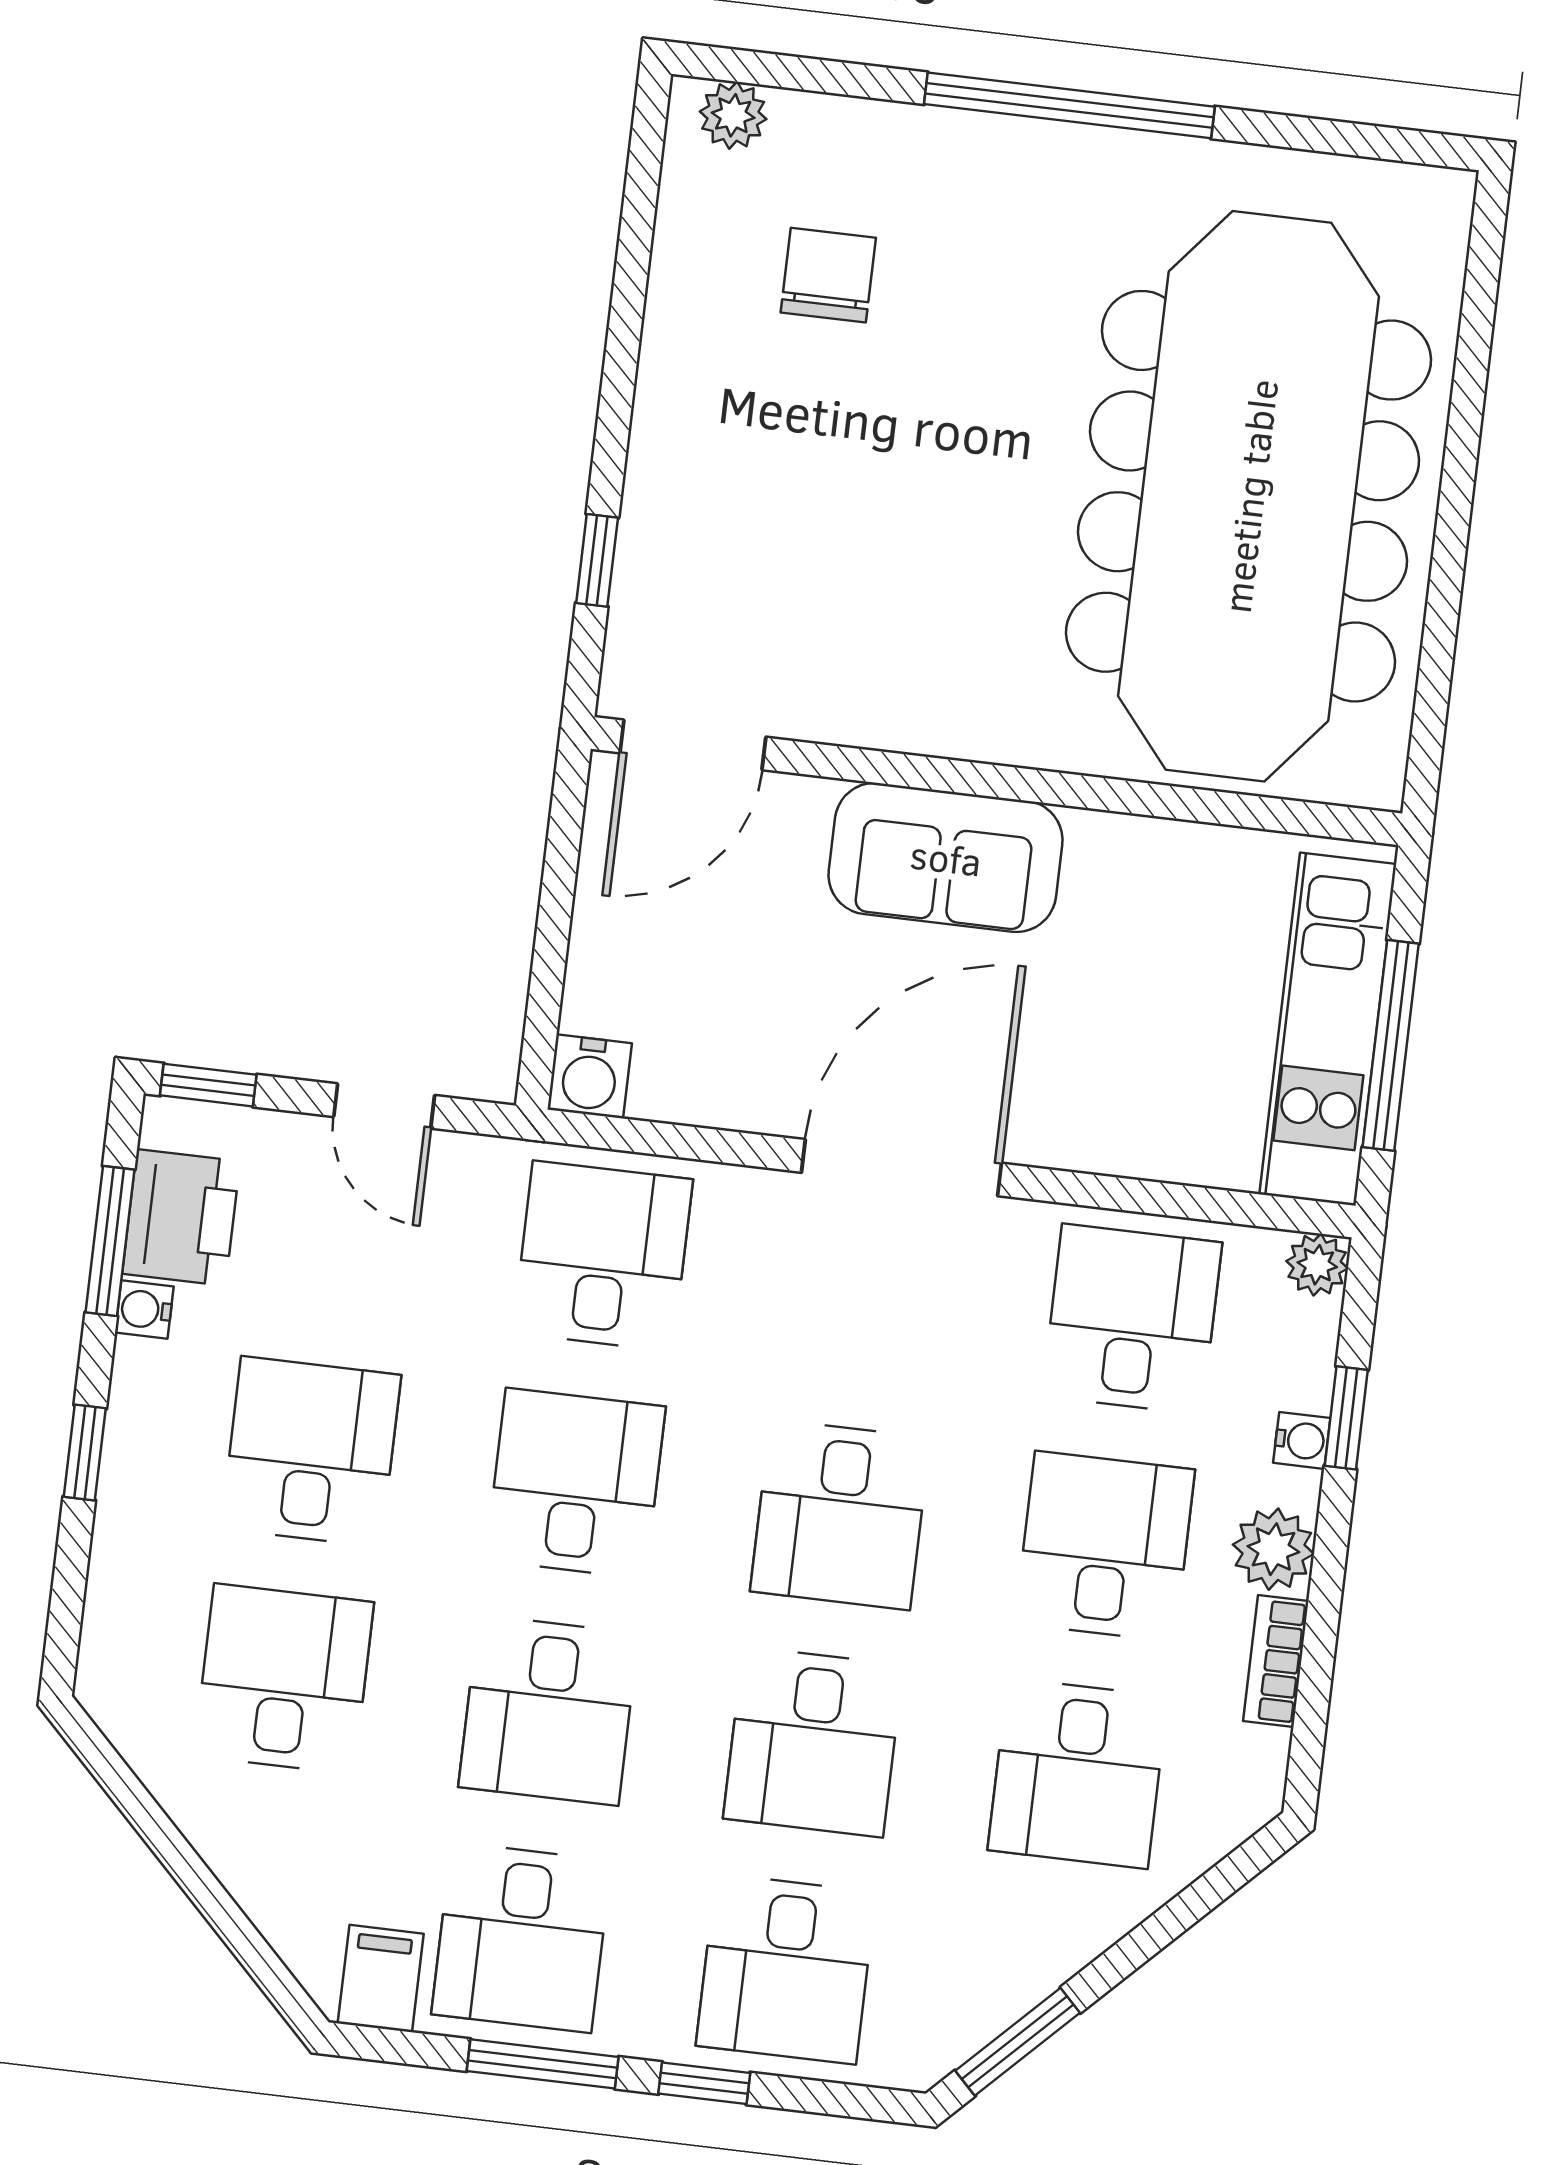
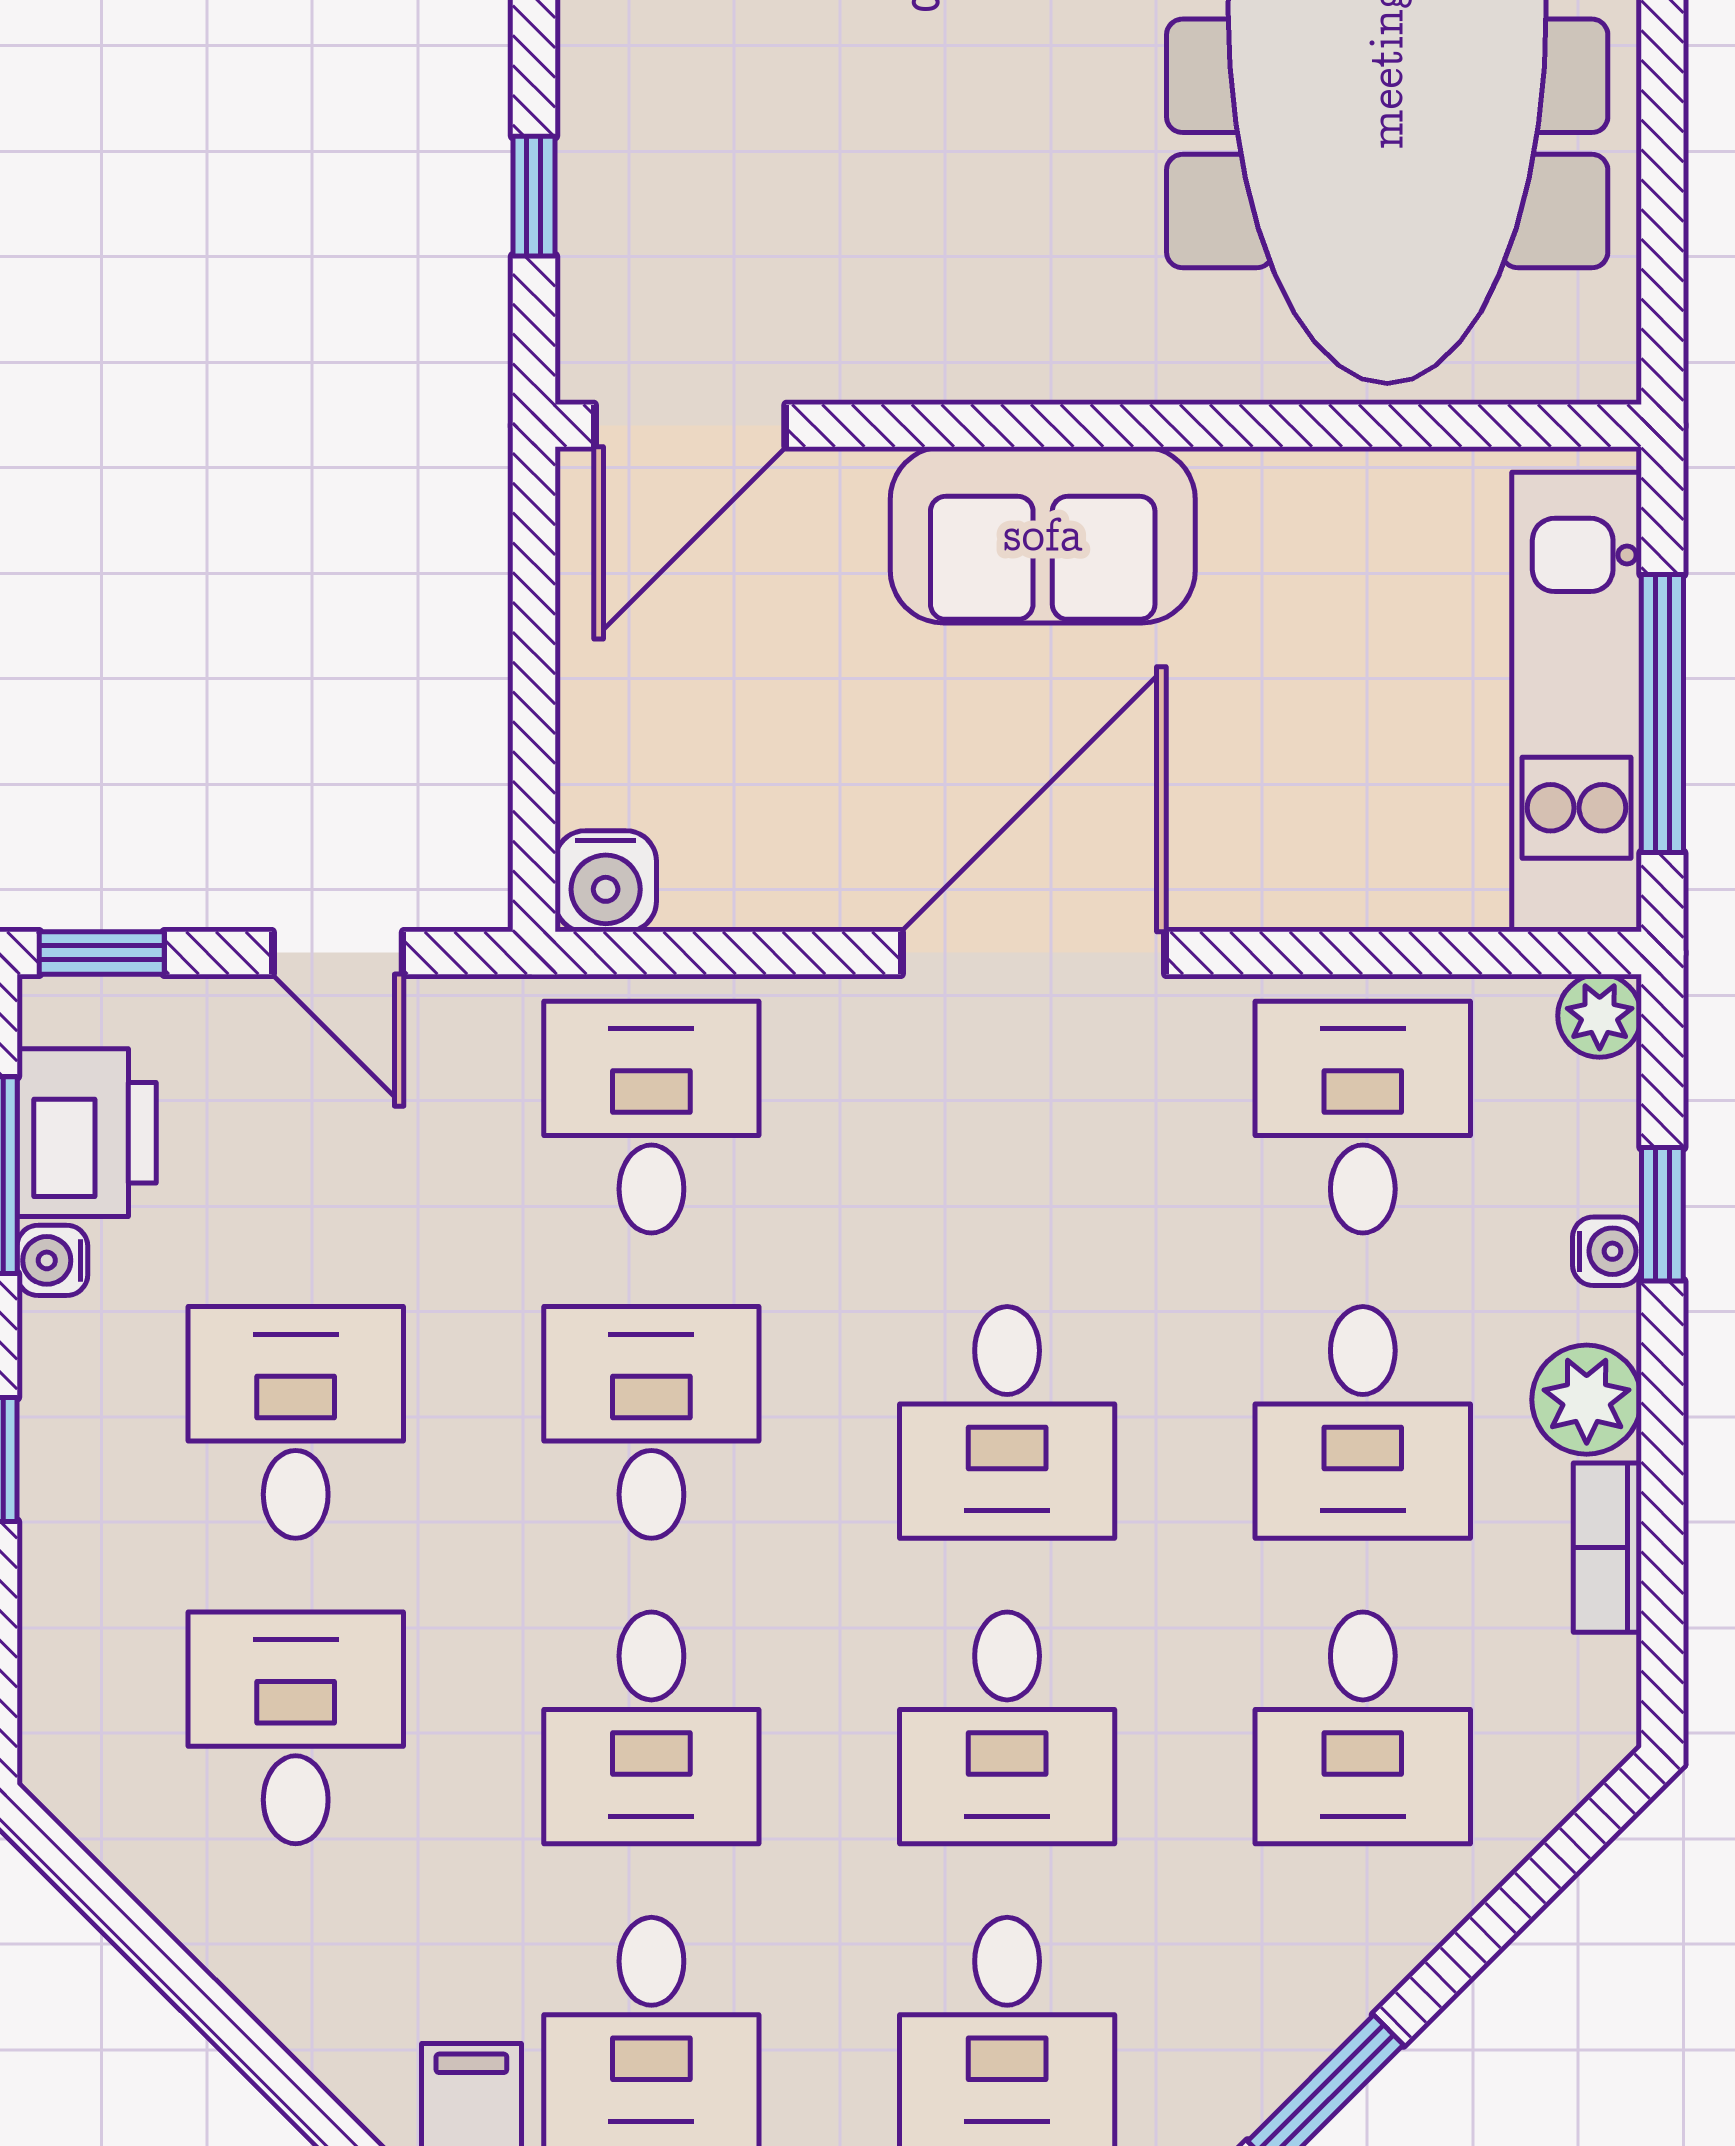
desk: (1105, 1546) -> (1363, 1422), turned 180

